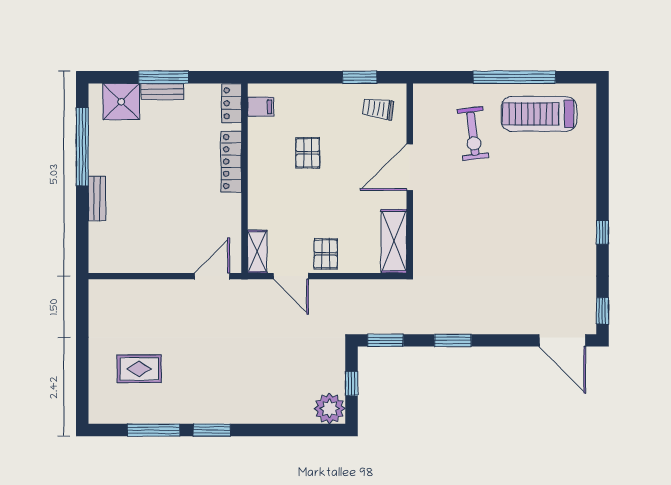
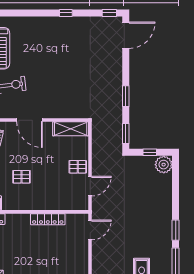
locker: (231, 162) -> (48, 219), moved
shelving: (257, 252) -> (76, 205), removed
door: (212, 276) -> (90, 230), swing flipped

